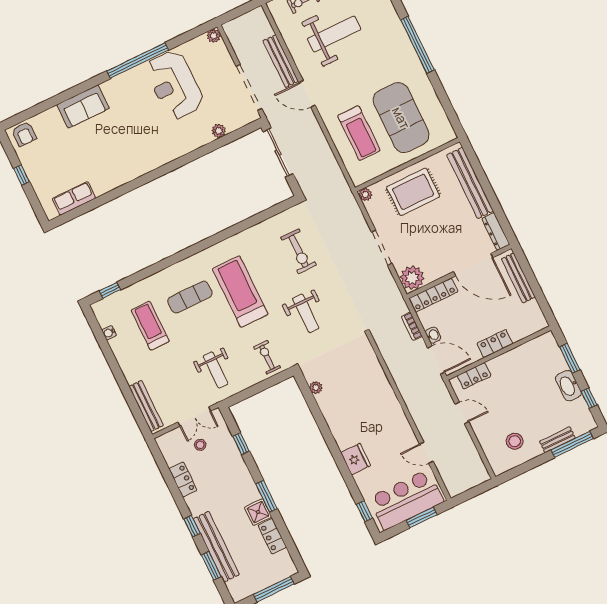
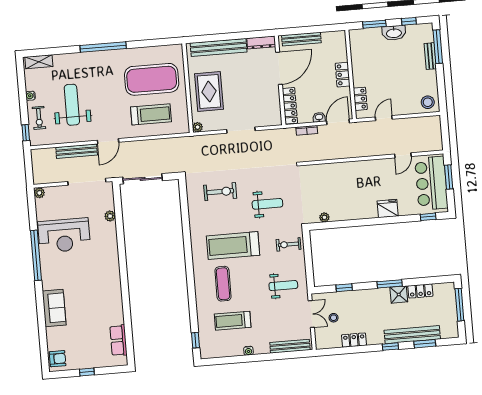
plant: (412, 278) -> (271, 116), removed
water cooler: (109, 333) -> (248, 351), moved
stool: (515, 441) -> (428, 102), moved

